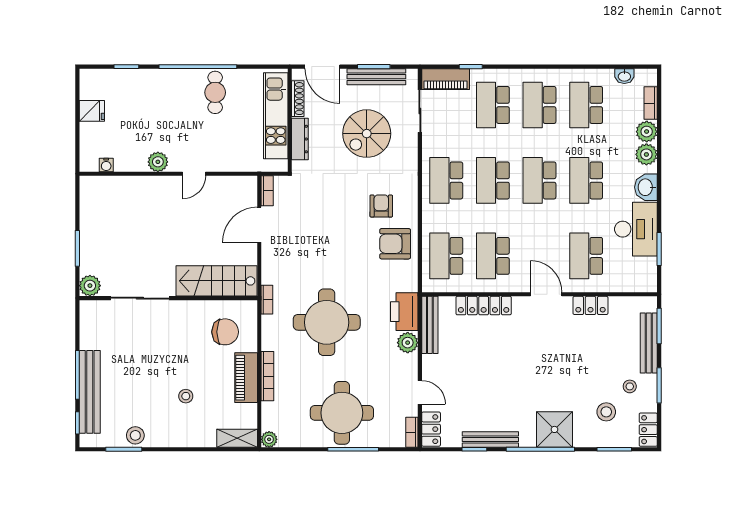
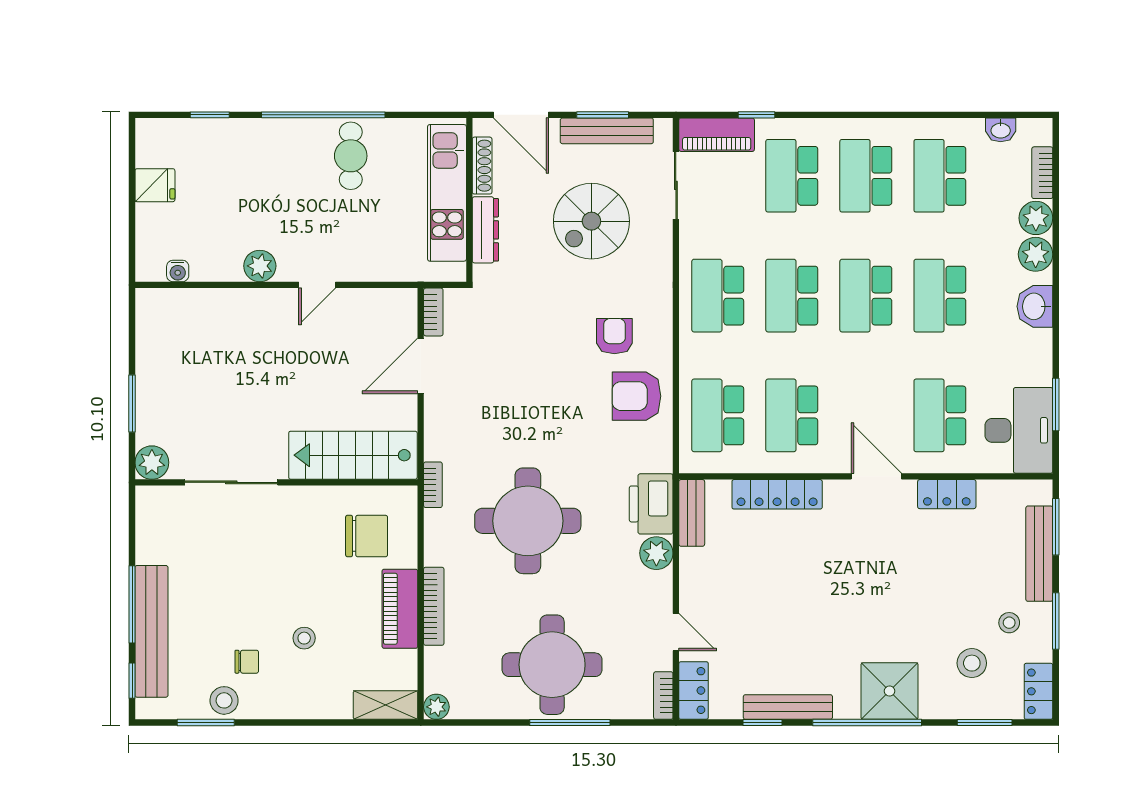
desk: (636, 229) -> (1019, 430), moved
bench: (430, 325) -> (692, 513), width x0.73
chair: (150, 411) -> (247, 662), added

